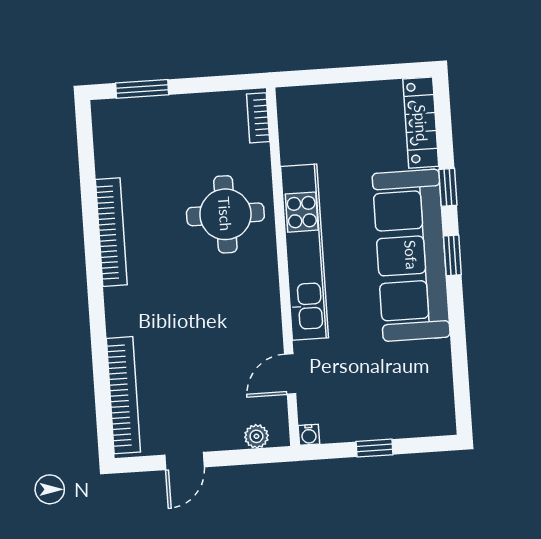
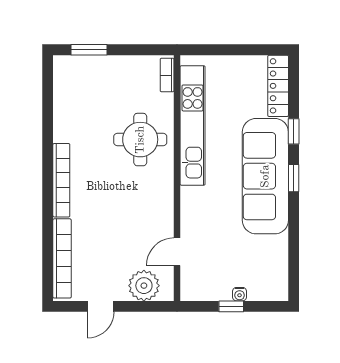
bookcase: (111, 232) -> (61, 180), moved
kitchen unit: (304, 252) -> (193, 125), moved
water cooler: (309, 435) -> (240, 294), moved
plant: (256, 436) -> (144, 286), width x1.88, depth x1.88

